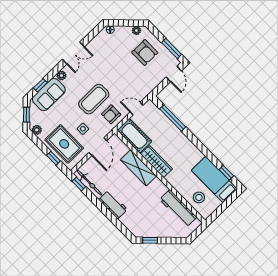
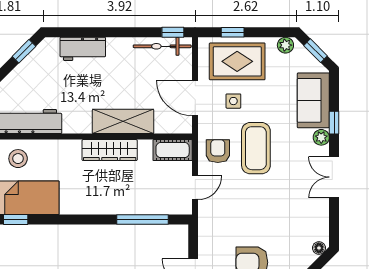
window: (40, 85) -> (334, 123), moved
cot: (134, 136) -> (173, 150), width x0.73, depth x0.75
workbench: (113, 205) -> (83, 49), moved

